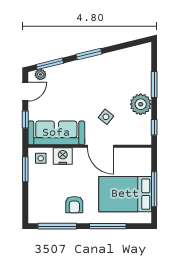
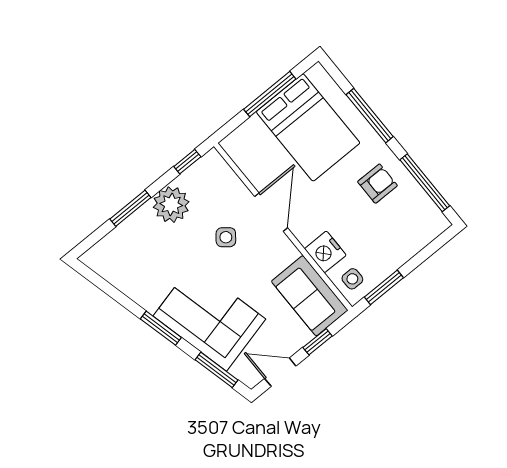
plant: (40, 74) -> (241, 371), removed
corner sofa: (76, 80) -> (209, 318), added
sofa: (56, 133) -> (310, 296), width x0.73

